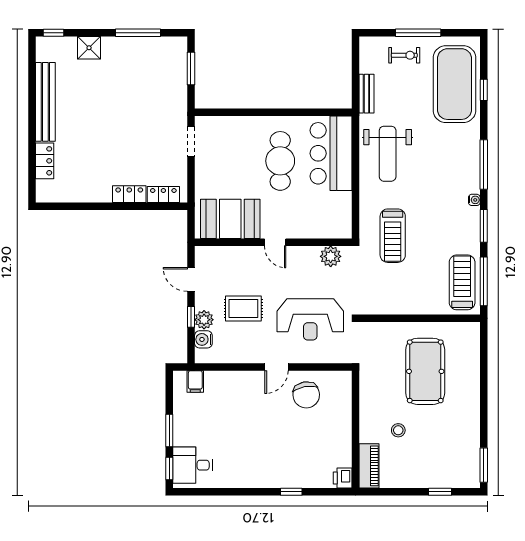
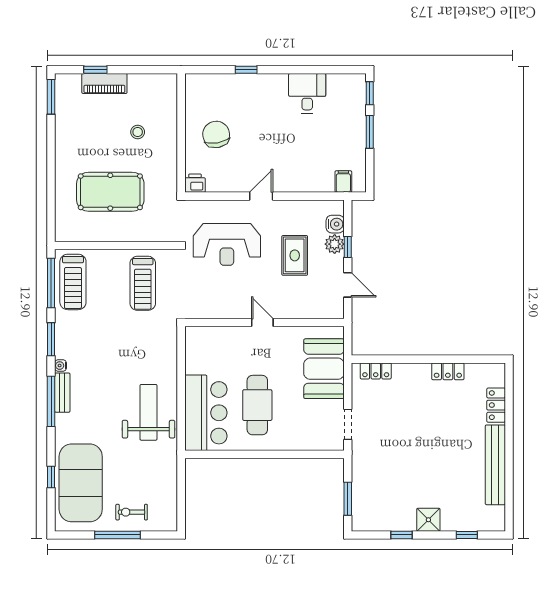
window: (54, 33) -> (467, 535), moved
window: (138, 33) -> (401, 535), width x0.46
shower: (89, 48) -> (428, 520), moved
bench: (366, 94) -> (62, 393), moved
locker: (129, 194) -> (448, 371), moved
booth: (230, 219) -> (324, 369), moved, turned 90
treadmill: (393, 236) -> (143, 283), moved, turned 180
plant: (331, 256) -> (206, 308), removed
rug: (243, 309) -> (295, 255), turned 90
reception desk: (310, 319) -> (227, 244), turned 180
pool table: (425, 371) -> (110, 192), turned 90
chair: (306, 395) -> (216, 134), moved
desk: (193, 465) -> (307, 93), moved, turned -90
piano: (369, 466) -> (104, 83), moved, turned -90
printer: (343, 478) -> (195, 183), moved, turned -90

